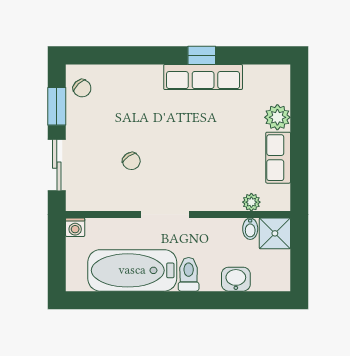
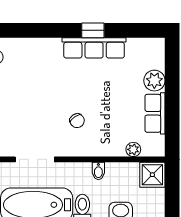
chair: (131, 161) -> (77, 121), moved
doorway: (165, 214) -> (35, 159), moved
bidet: (250, 229) -> (98, 171), moved

